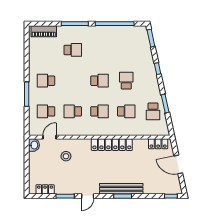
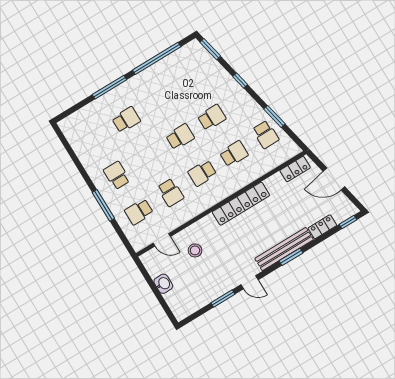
piano: (44, 31) -> (78, 119), removed
school desk: (46, 81) -> (117, 175), turned 90
school desk: (126, 81) -> (212, 117), turned 90
school desk: (73, 111) -> (171, 192), turned -90
school desk: (99, 111) -> (202, 173), turned 180
door: (49, 137) -> (162, 240), swing flipped
washbasin: (34, 145) -> (163, 284), moved
locker: (45, 189) -> (322, 227), moved
door: (88, 196) -> (249, 282), hinge flipped

